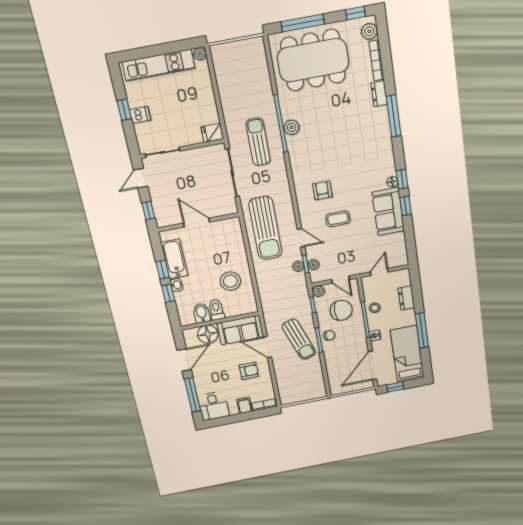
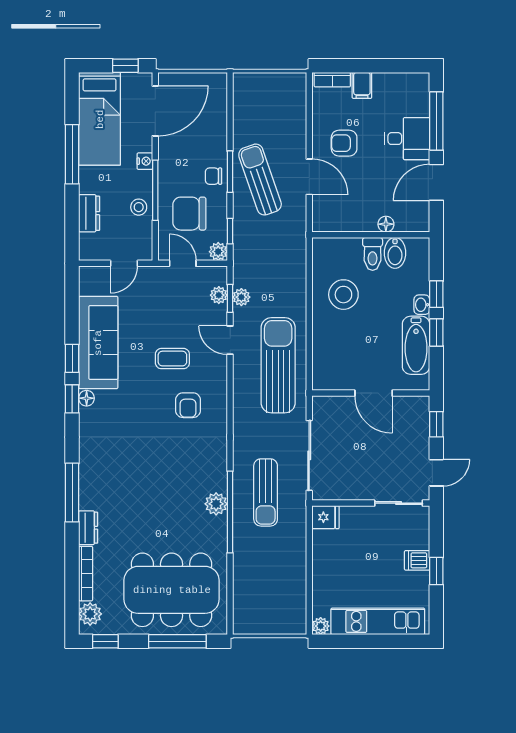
sofa: (388, 211) -> (98, 343), width x1.36
sofa: (240, 330) -> (344, 213), removed
floor lamp: (208, 334) -> (386, 224), width x0.53, depth x0.53
desk: (214, 406) -> (407, 139), moved, turned 90

